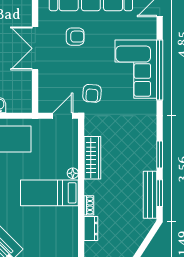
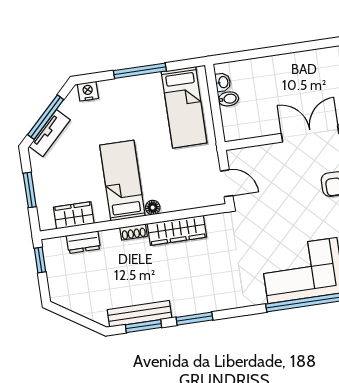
armchair: (92, 93) -> (262, 217), removed
shoe rack: (89, 205) -> (134, 232), moved
wardrobe: (70, 233) -> (74, 215), added

